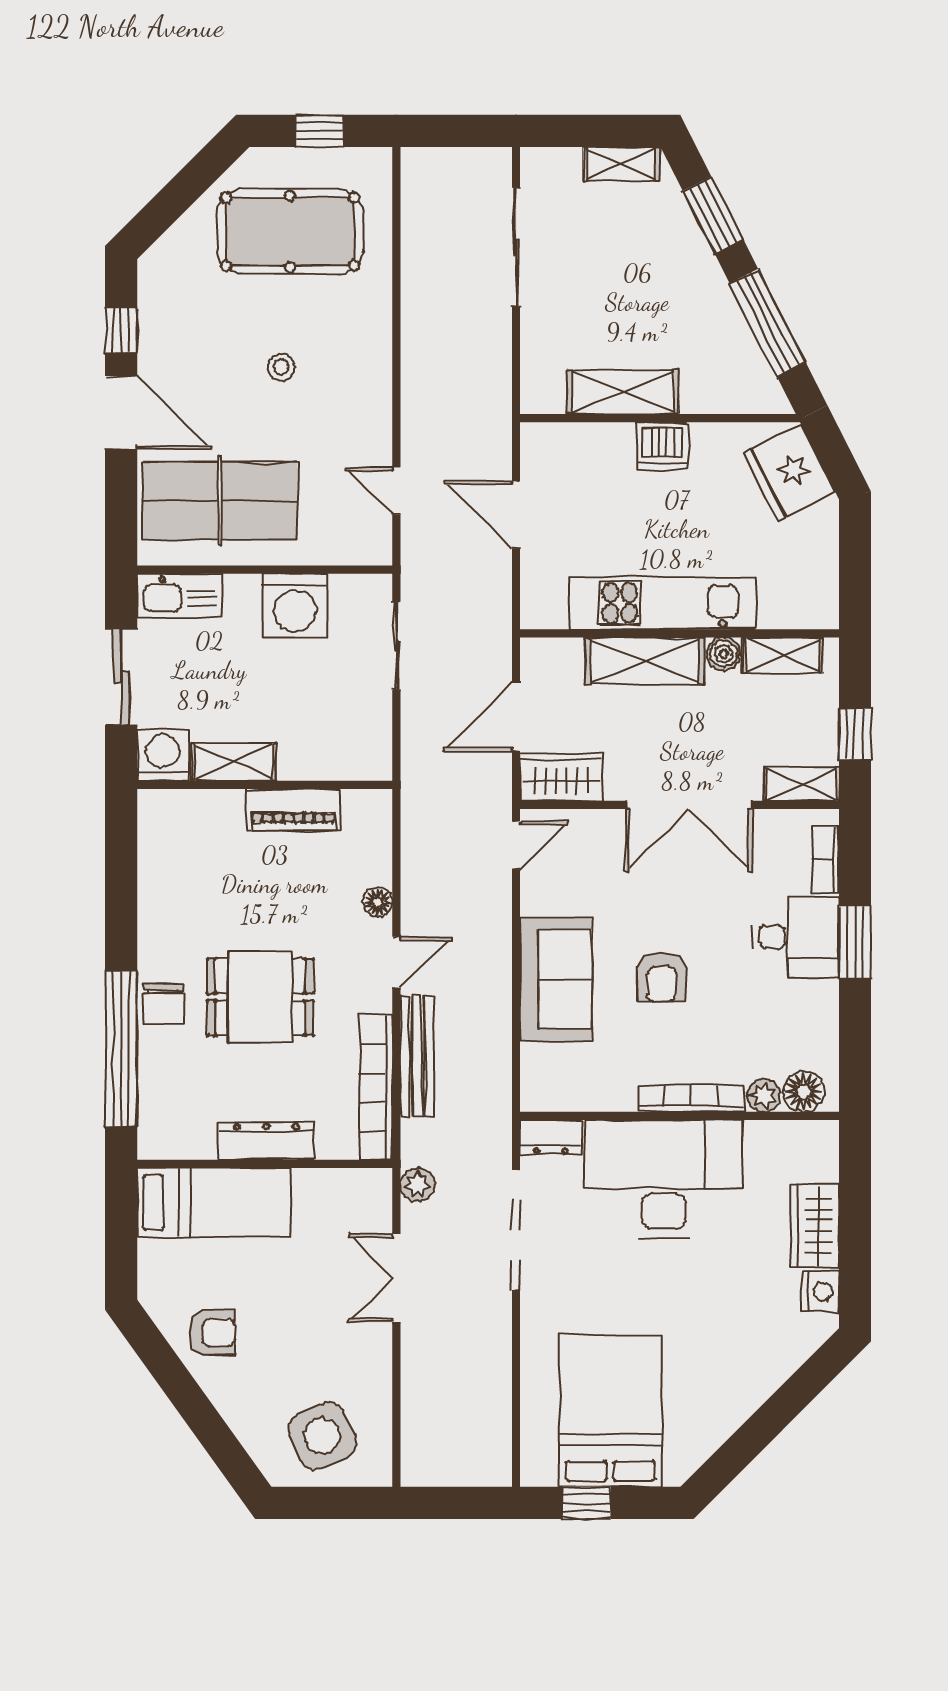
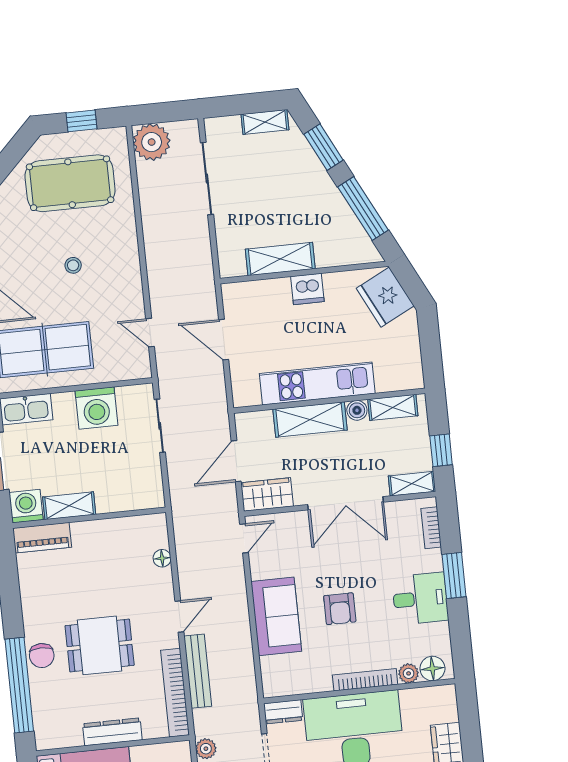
plant: (431, 178) -> (152, 142), added
piano: (293, 810) -> (42, 538), moved
floor lamp: (378, 902) -> (162, 558), moved
desk: (795, 937) -> (420, 599), moved

